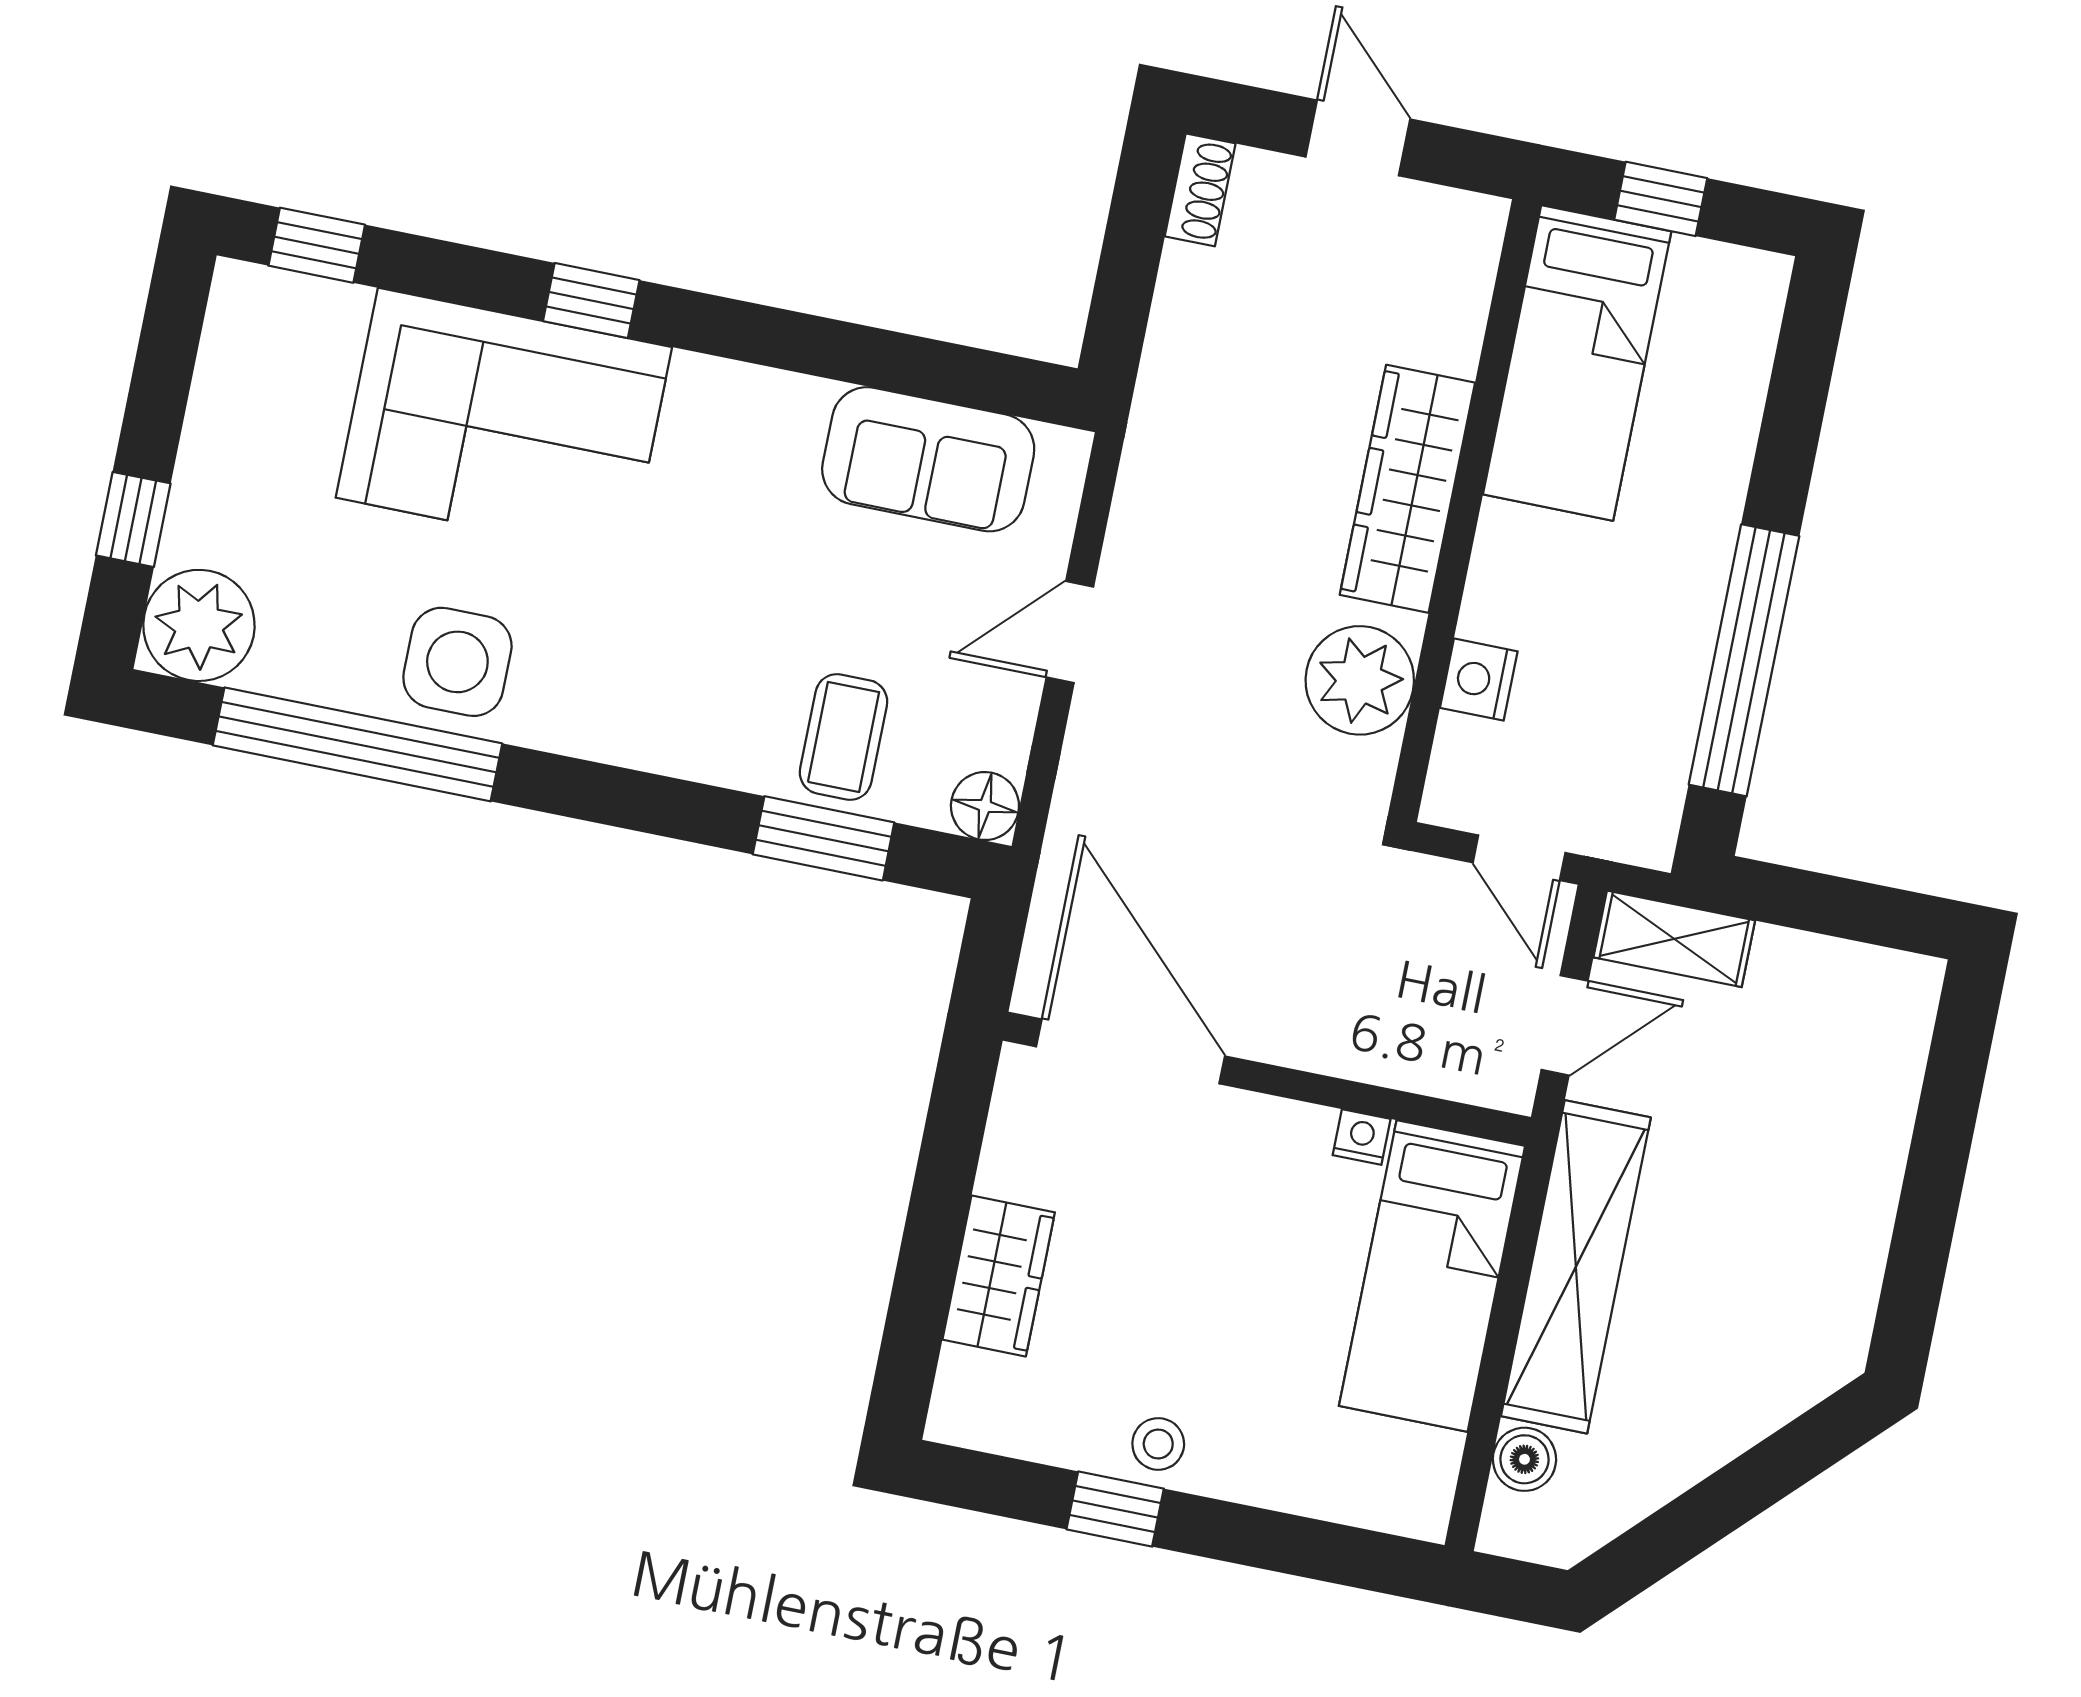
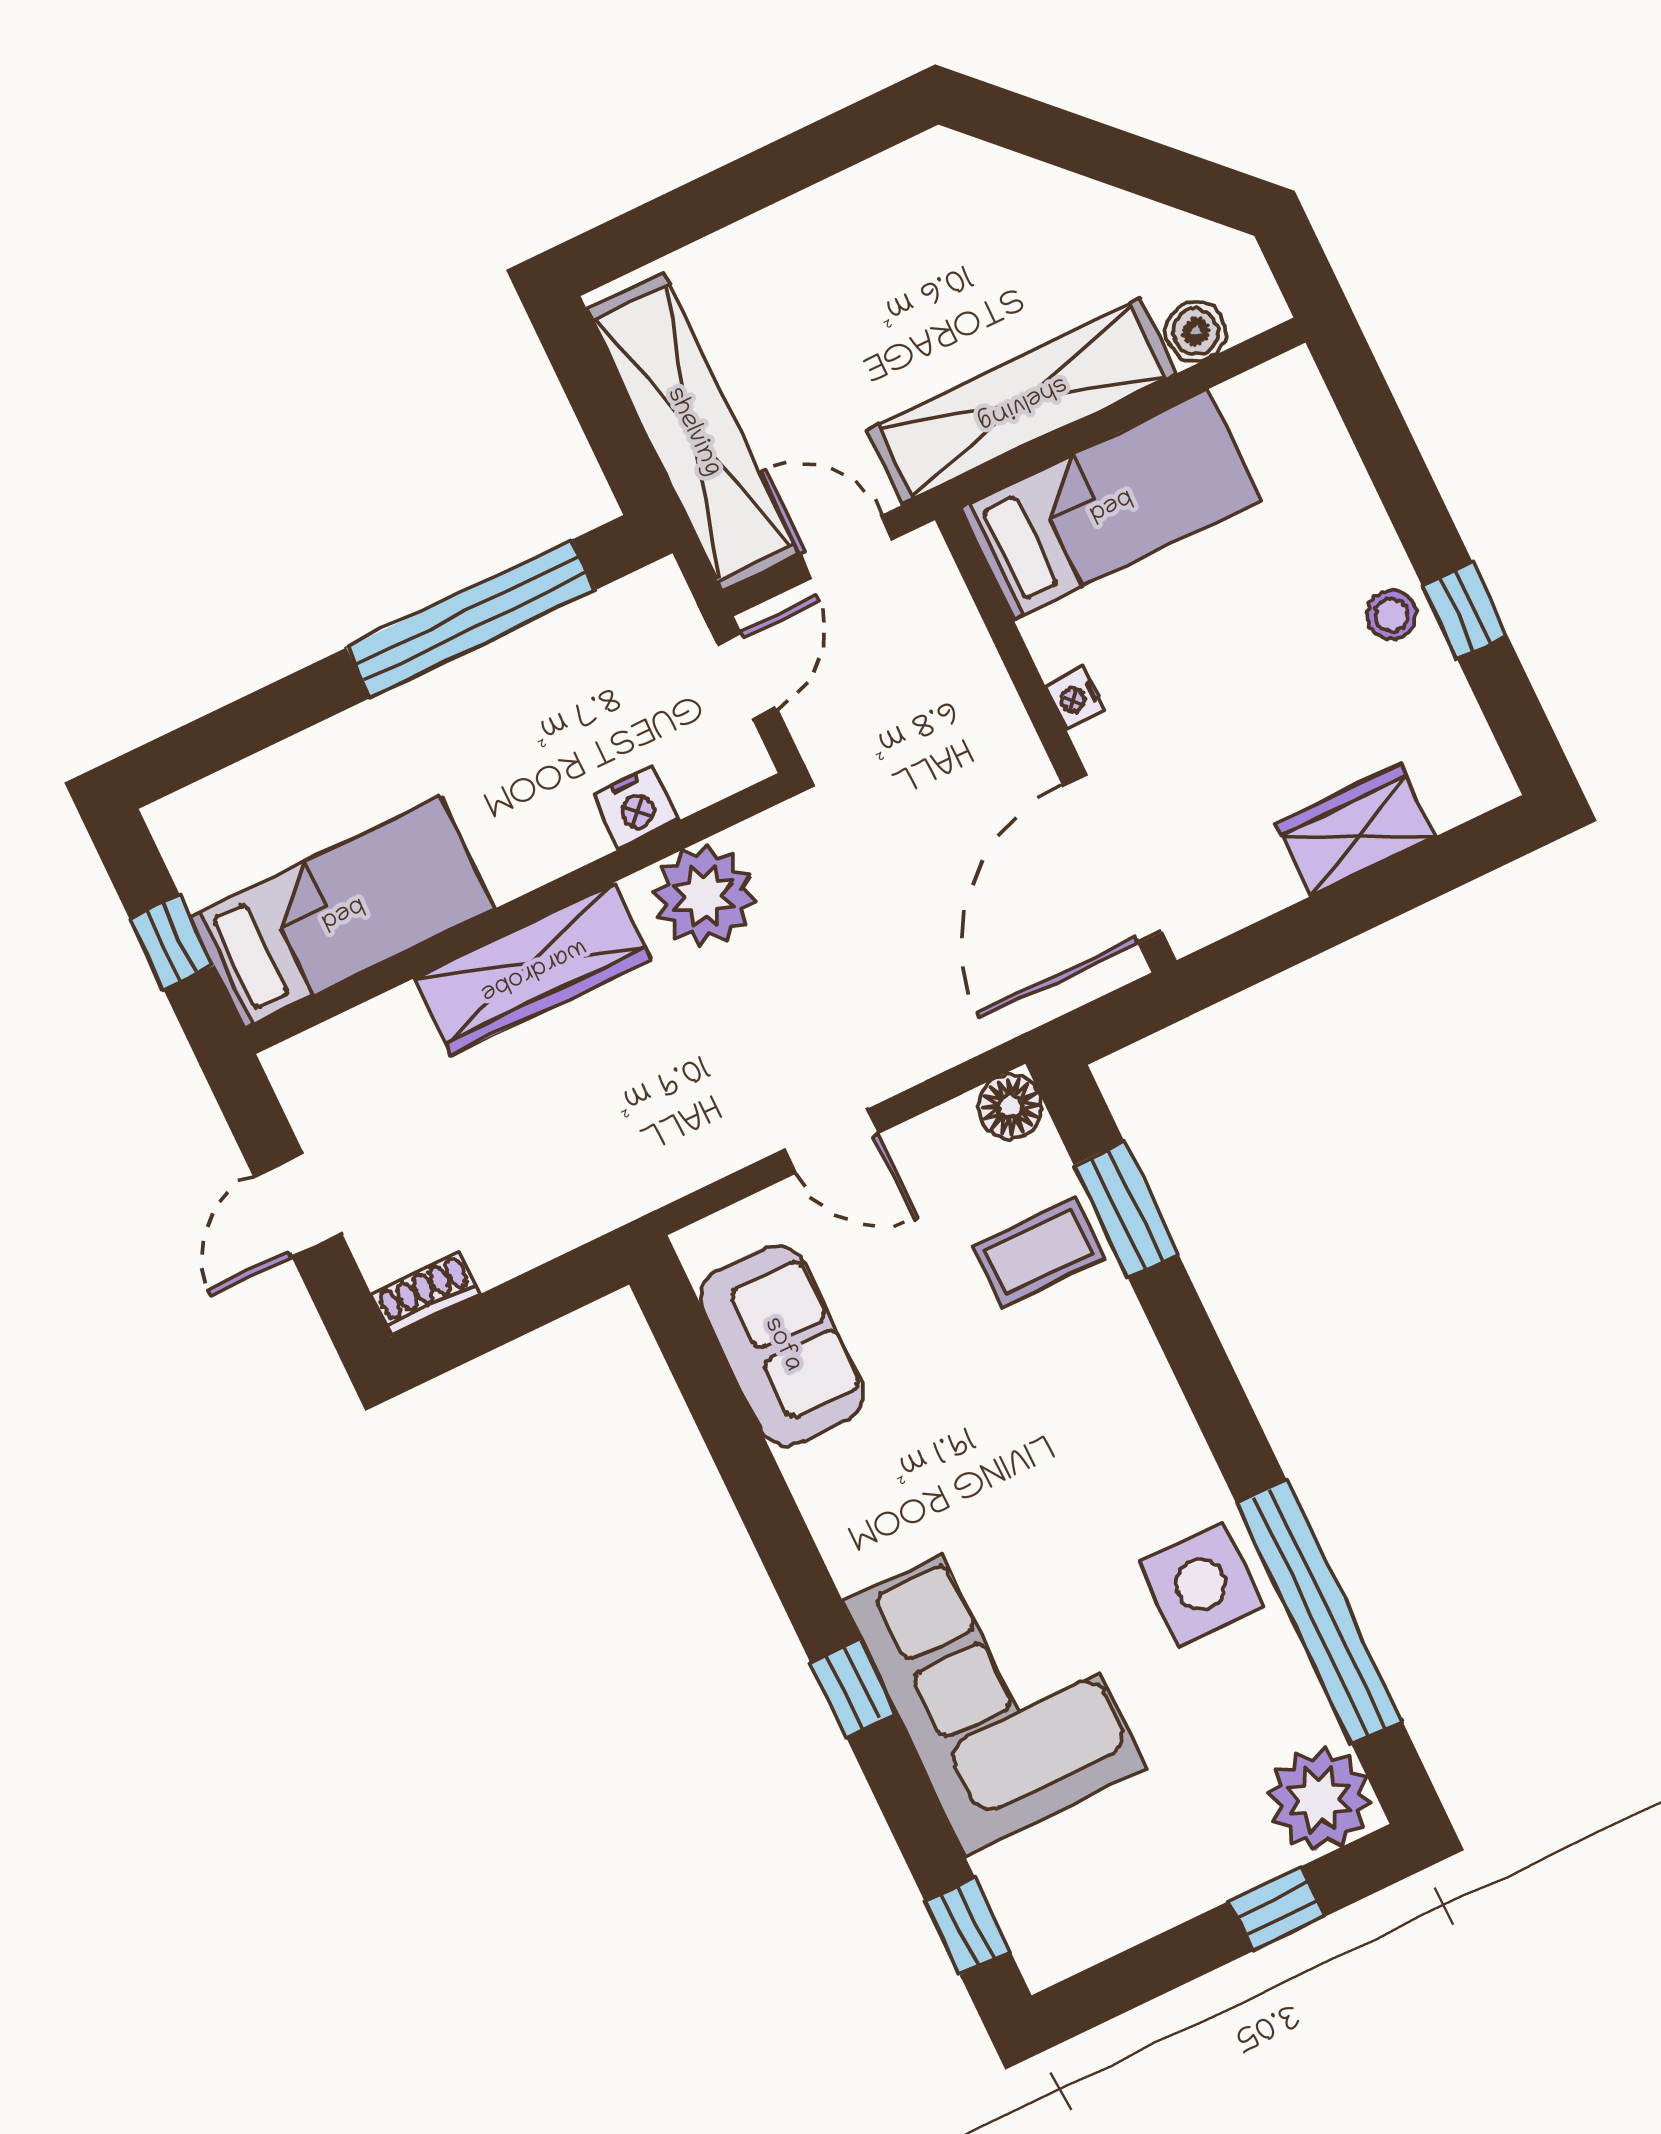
shelving: (1674, 939) -> (693, 432), width x2.20, depth x1.33
nightstand: (1362, 1137) -> (1076, 699), moved

